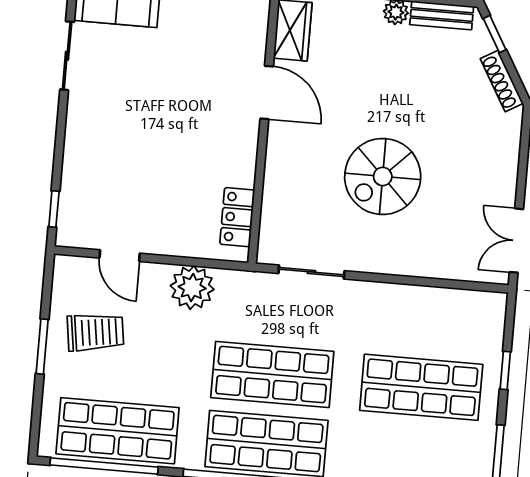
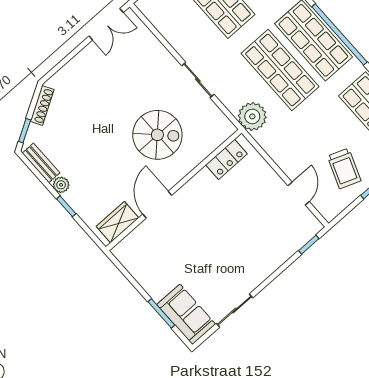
spiral stairs: (383, 176) -> (157, 135), moved
sliding door: (311, 272) -> (198, 80), moved
plant: (192, 287) -> (252, 116), moved
trolley: (95, 332) -> (344, 168), turned -151

